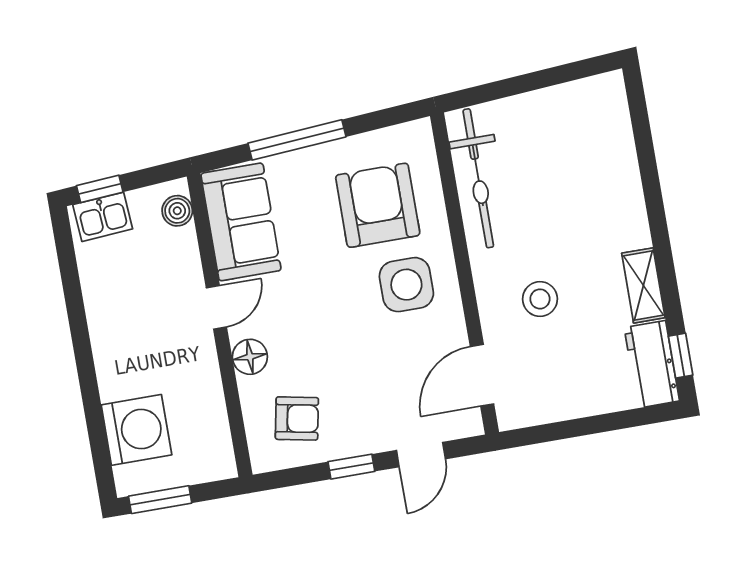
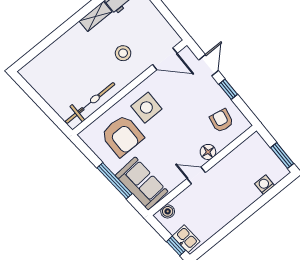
armchair: (378, 205) -> (122, 136), turned -90
sofa: (241, 222) -> (142, 183), moved, turned 86
washing machine: (136, 430) -> (265, 185), width x0.53, depth x0.53
door: (421, 455) -> (209, 65), hinge flipped

